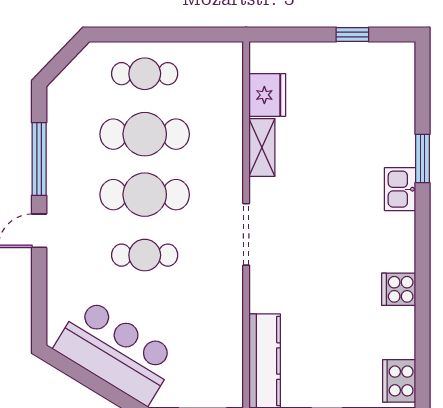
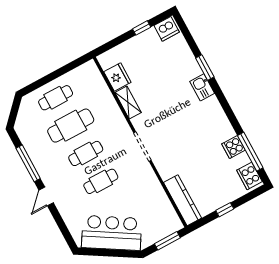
dishwasher: (394, 59) -> (167, 29), added
cafe table: (145, 195) -> (86, 153), width x0.73, depth x0.74
cooker: (399, 289) -> (233, 147), moved
window: (423, 341) -> (250, 152), added

